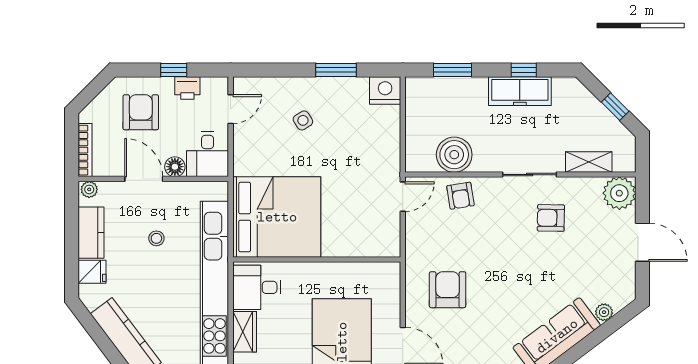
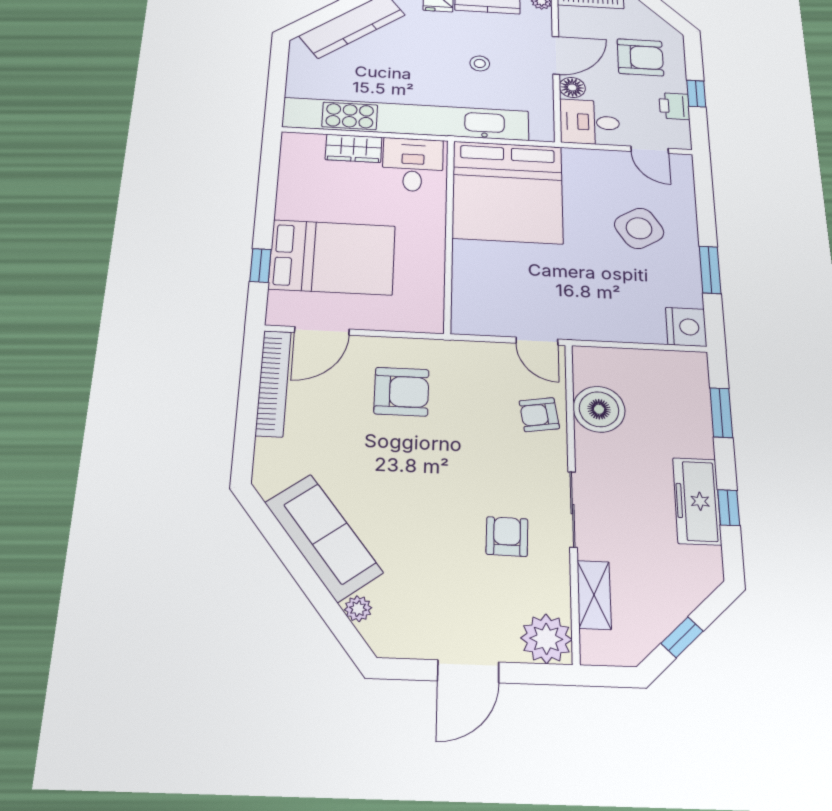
side table: (303, 120) -> (639, 228), width x1.87, depth x1.87

